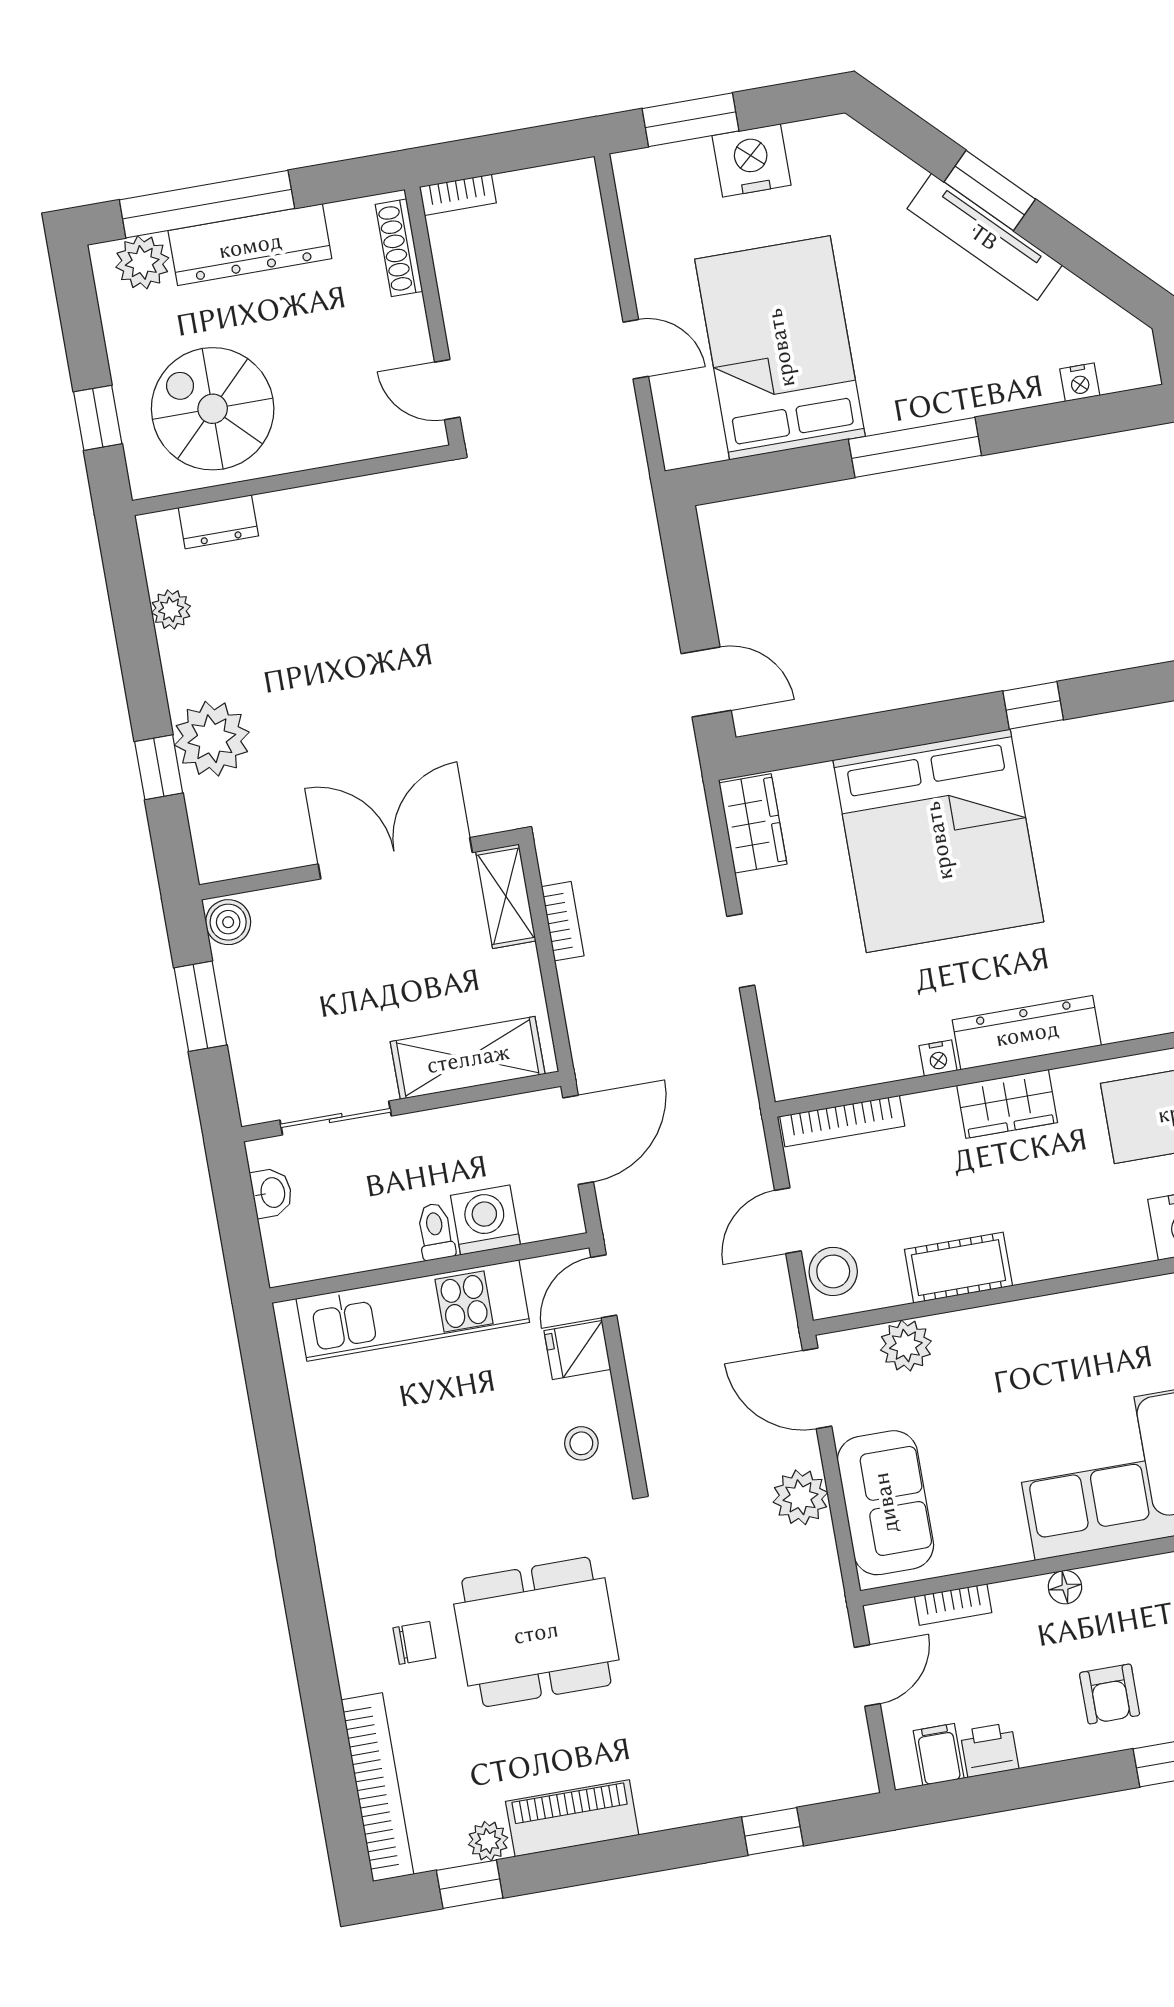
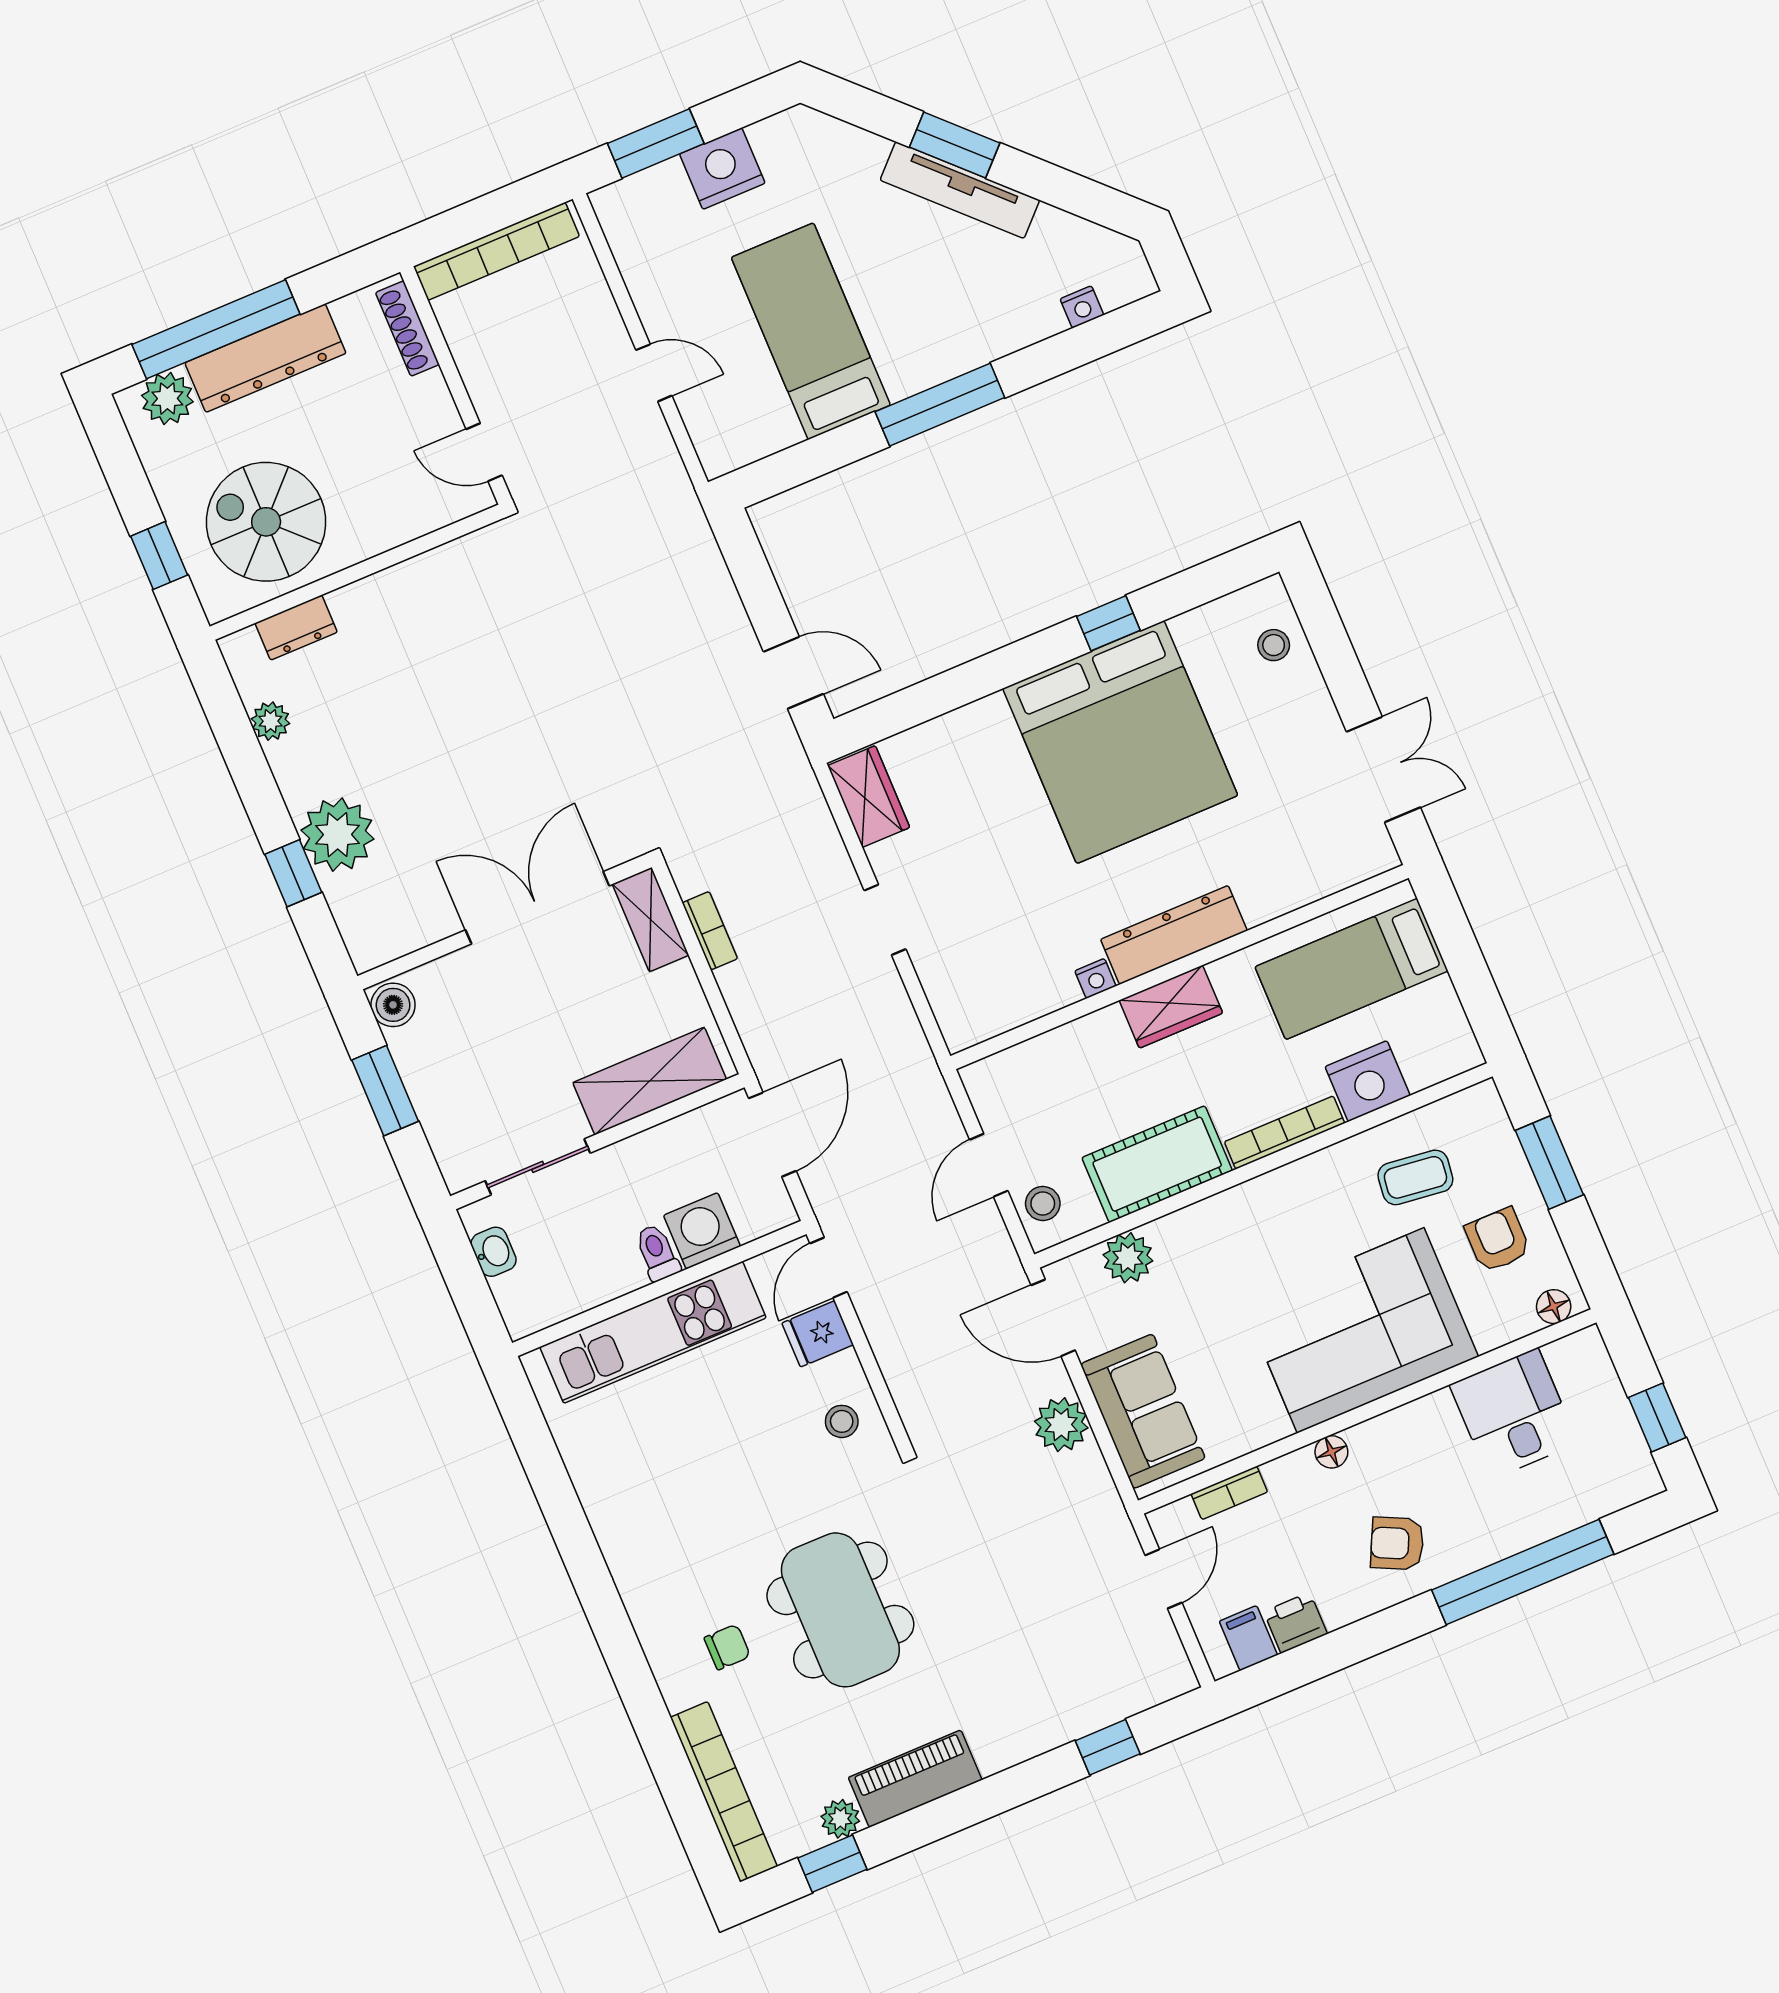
bookcase: (458, 195) -> (496, 251), width x2.31, depth x1.31
bed: (780, 348) -> (811, 331), width x0.67
bed: (938, 841) -> (1120, 742), moved
bookcase: (842, 1121) -> (1285, 1132), moved, turned 180
cot: (958, 1268) -> (1157, 1164), width x1.37, depth x1.34
stool: (833, 1271) -> (1043, 1203), width x0.73, depth x0.73
dining table: (536, 1632) -> (840, 1610), turned 90
armchair: (1110, 1694) -> (1397, 1543), turned 116

